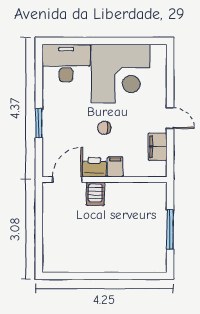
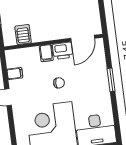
filing cabinet: (158, 147) -> (15, 73), width x0.50
server rack: (95, 194) -> (23, 35), moved

